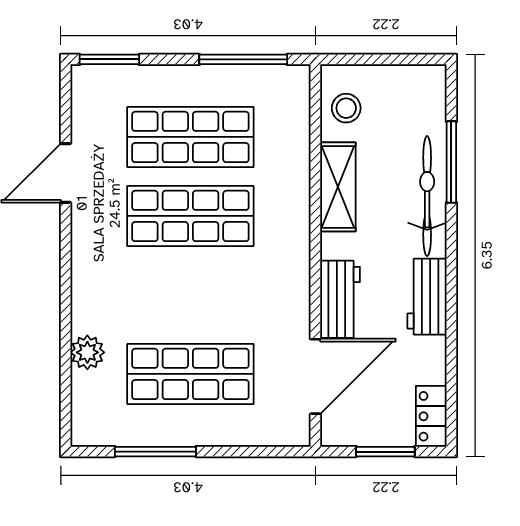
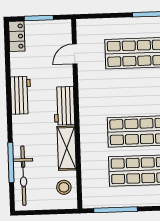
bicycle: (427, 196) -> (23, 176), moved
workbench: (340, 299) -> (64, 106), moved
door: (315, 376) -> (75, 54), width x0.53

